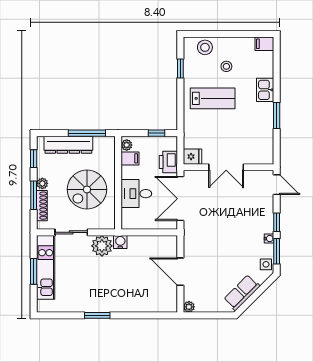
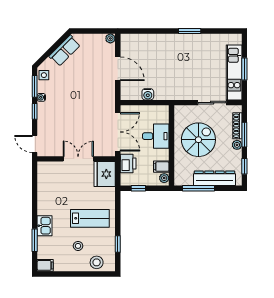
lab bench: (213, 98) -> (90, 218), turned 180
window: (277, 116) -> (35, 240), moved
fridge: (192, 157) -> (105, 174), width x1.88, depth x1.34
water cooler: (120, 242) -> (148, 94), moved
plant: (102, 246) -> (185, 91), removed

